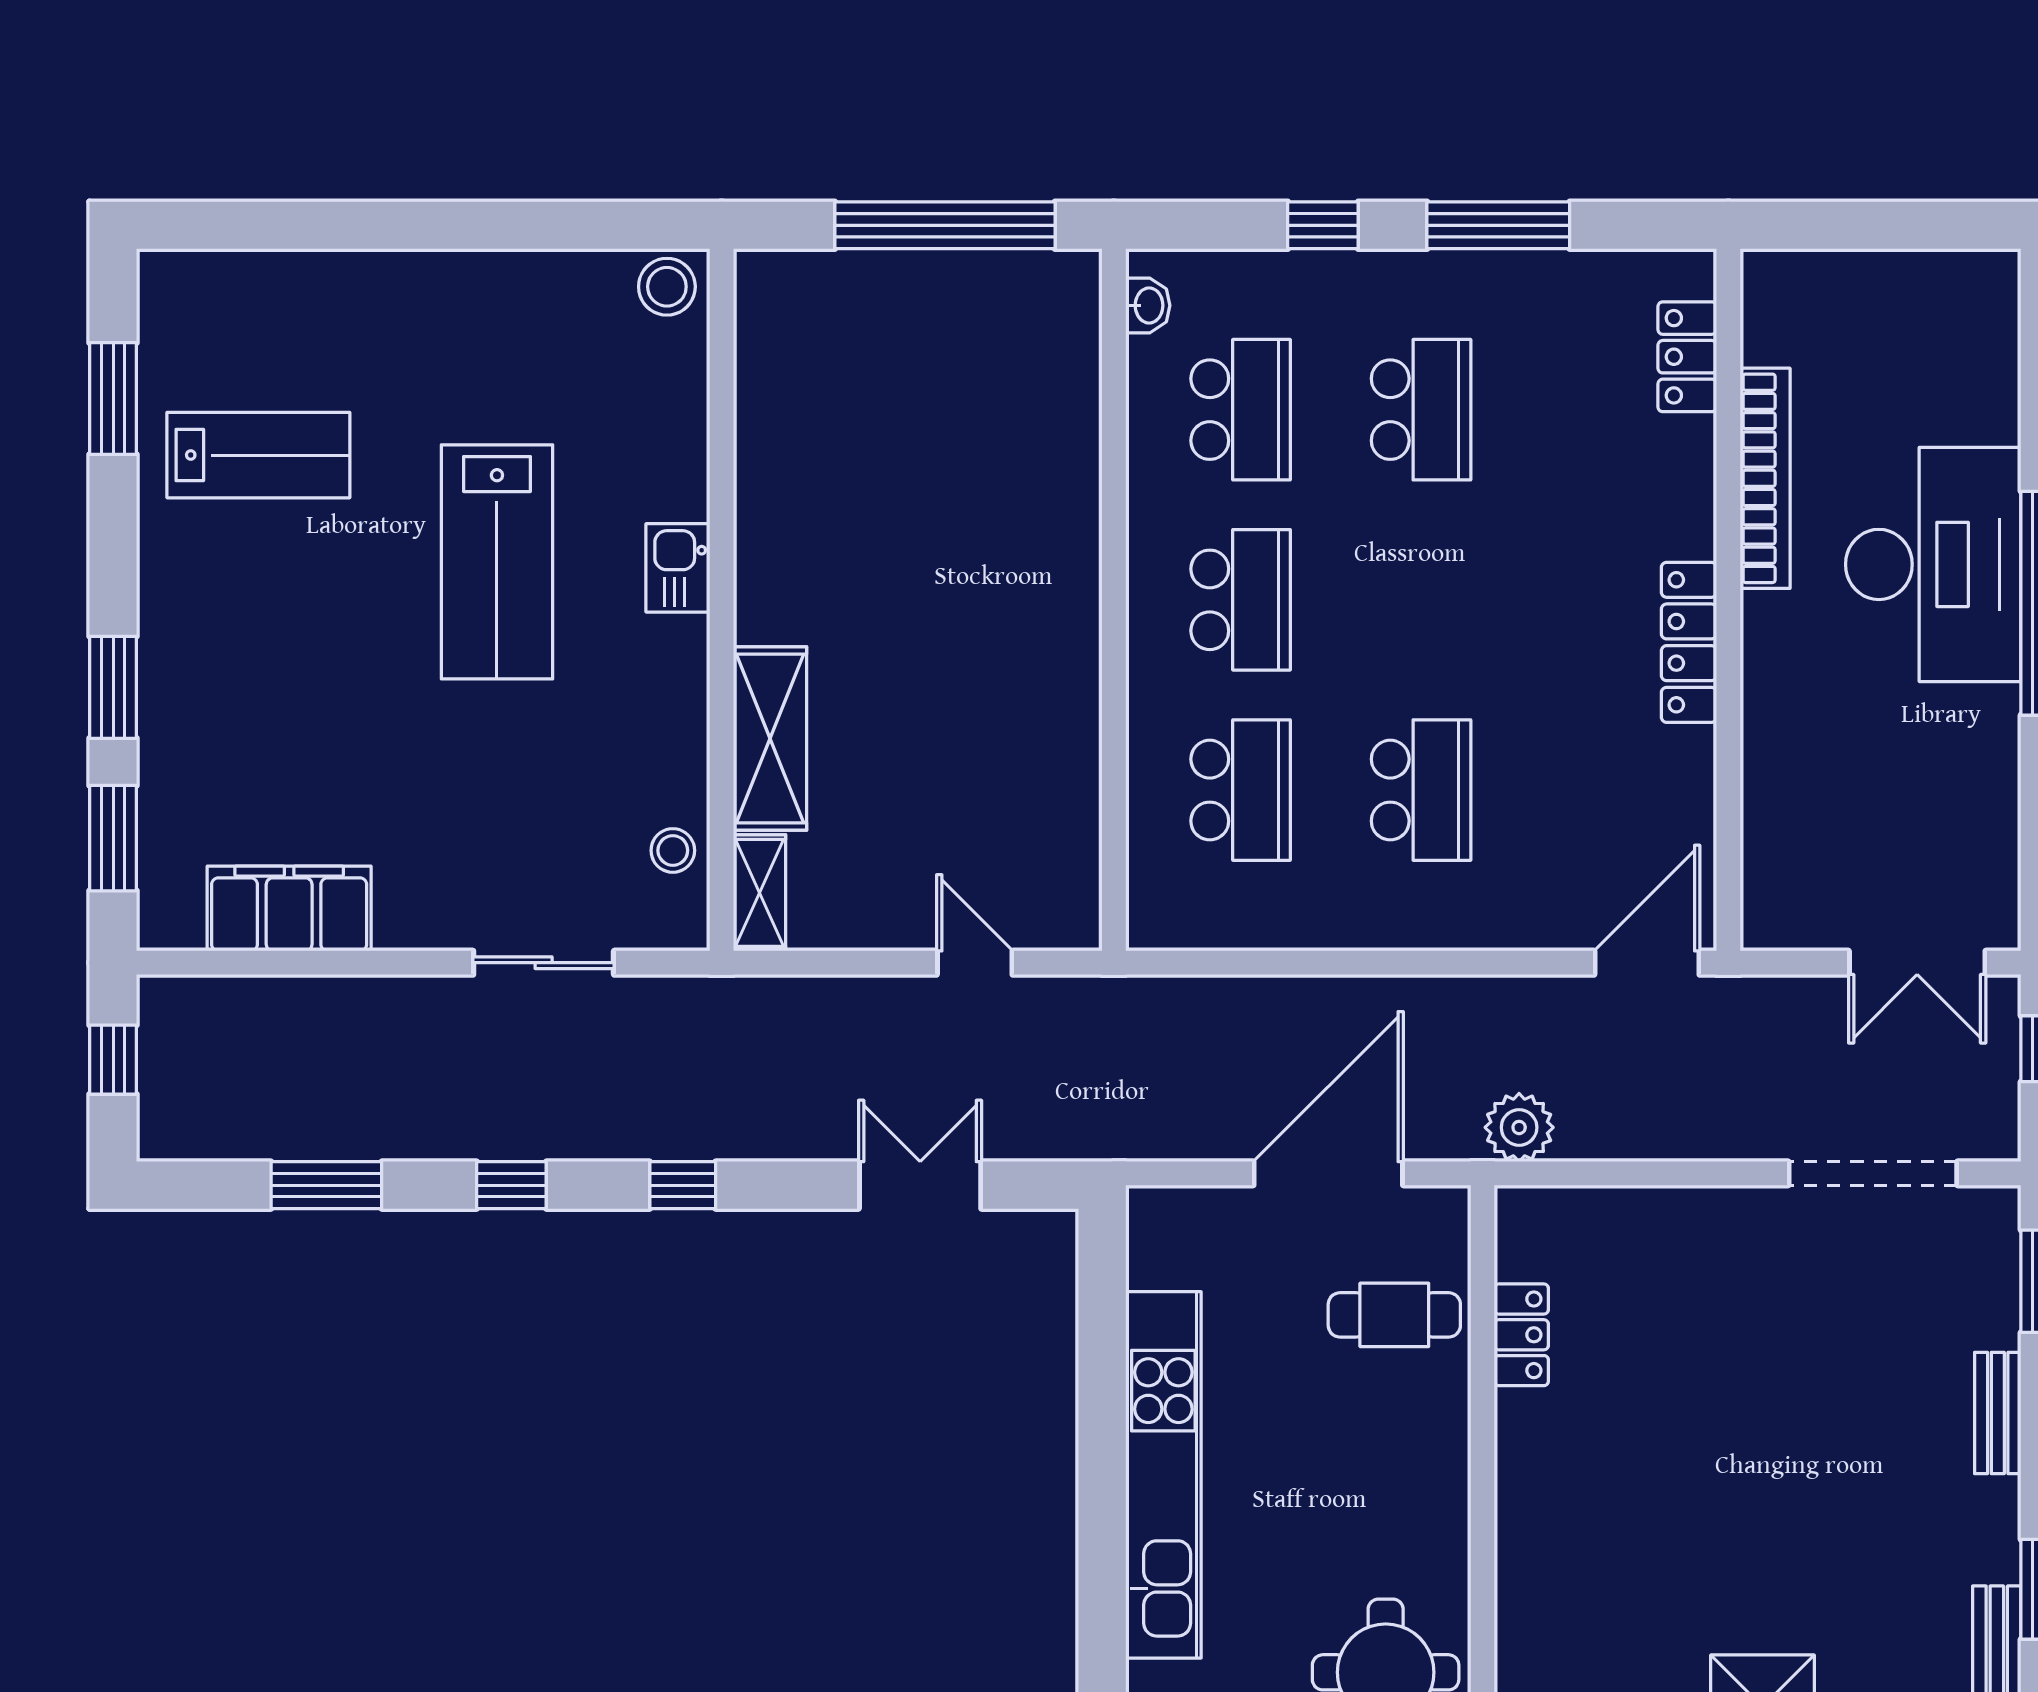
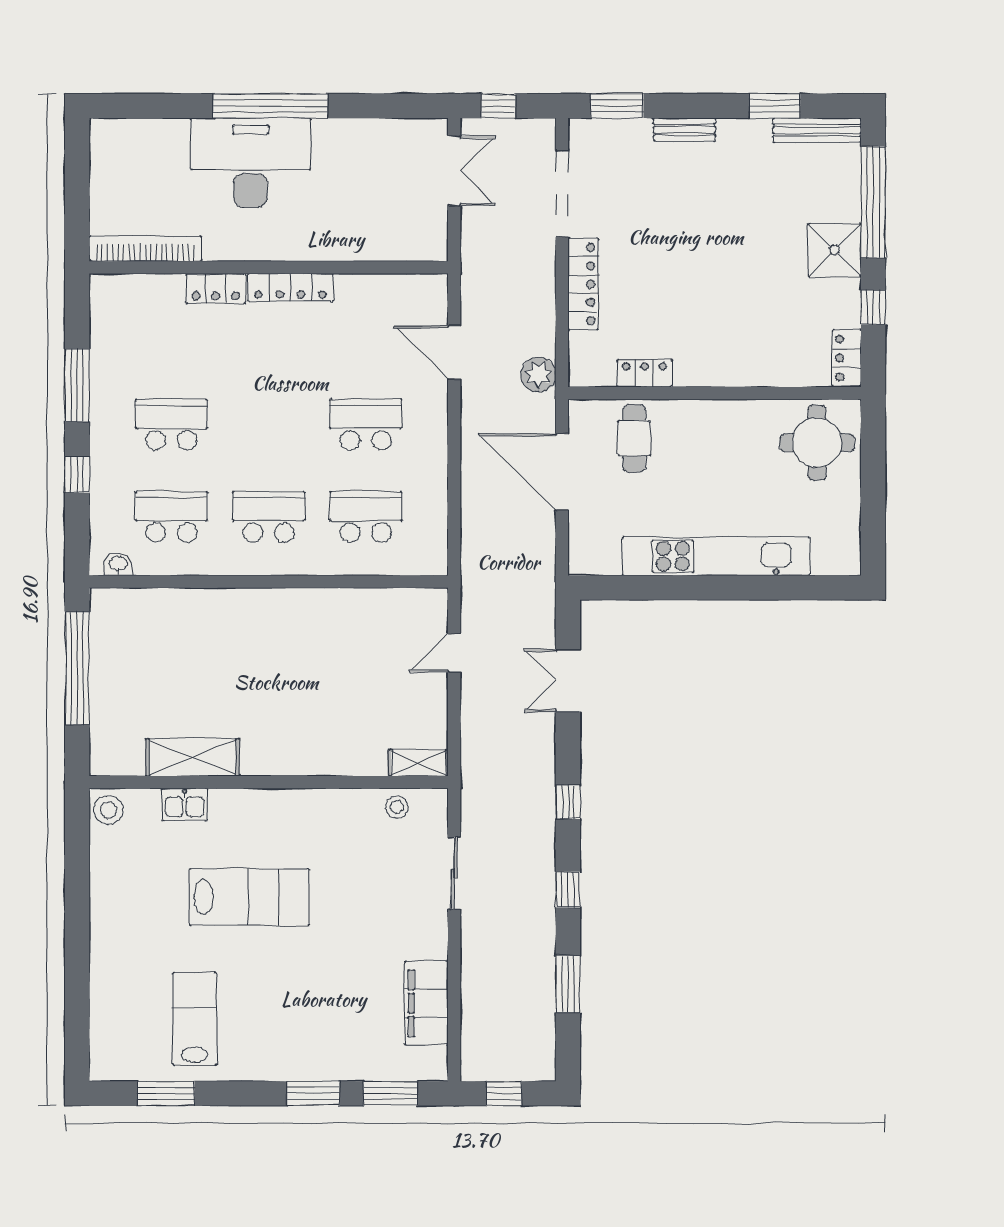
locker: (1687, 357) -> (216, 288), moved
bookcase: (1765, 478) -> (145, 249), moved
kitchen sink: (678, 568) -> (185, 805), moved
shelving: (770, 738) -> (192, 757), moved
door: (1647, 963) -> (454, 352), moved
locker: (1696, 1215) -> (583, 284), added

